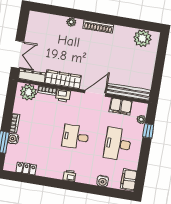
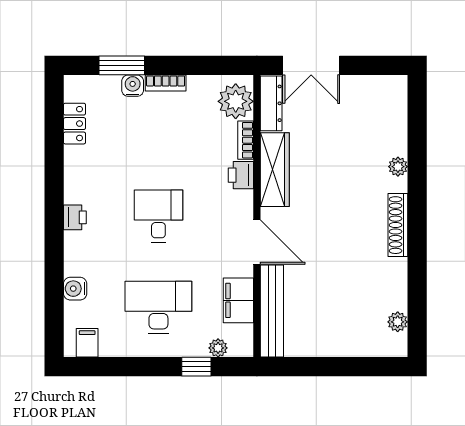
plant: (142, 38) -> (398, 322), width x0.53, depth x0.53
filing cabinet: (129, 180) -> (87, 343), width x0.50

